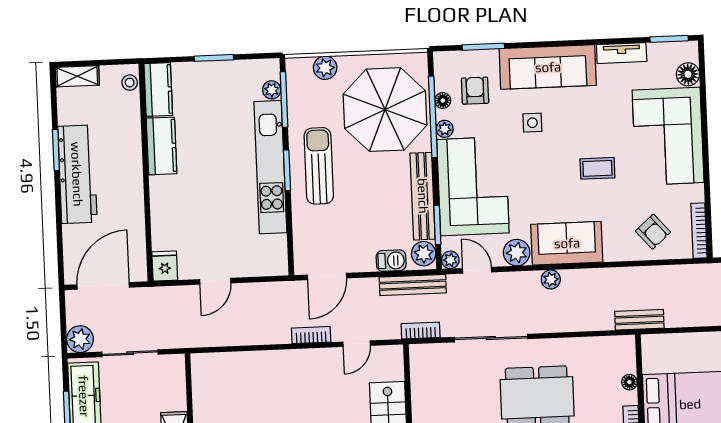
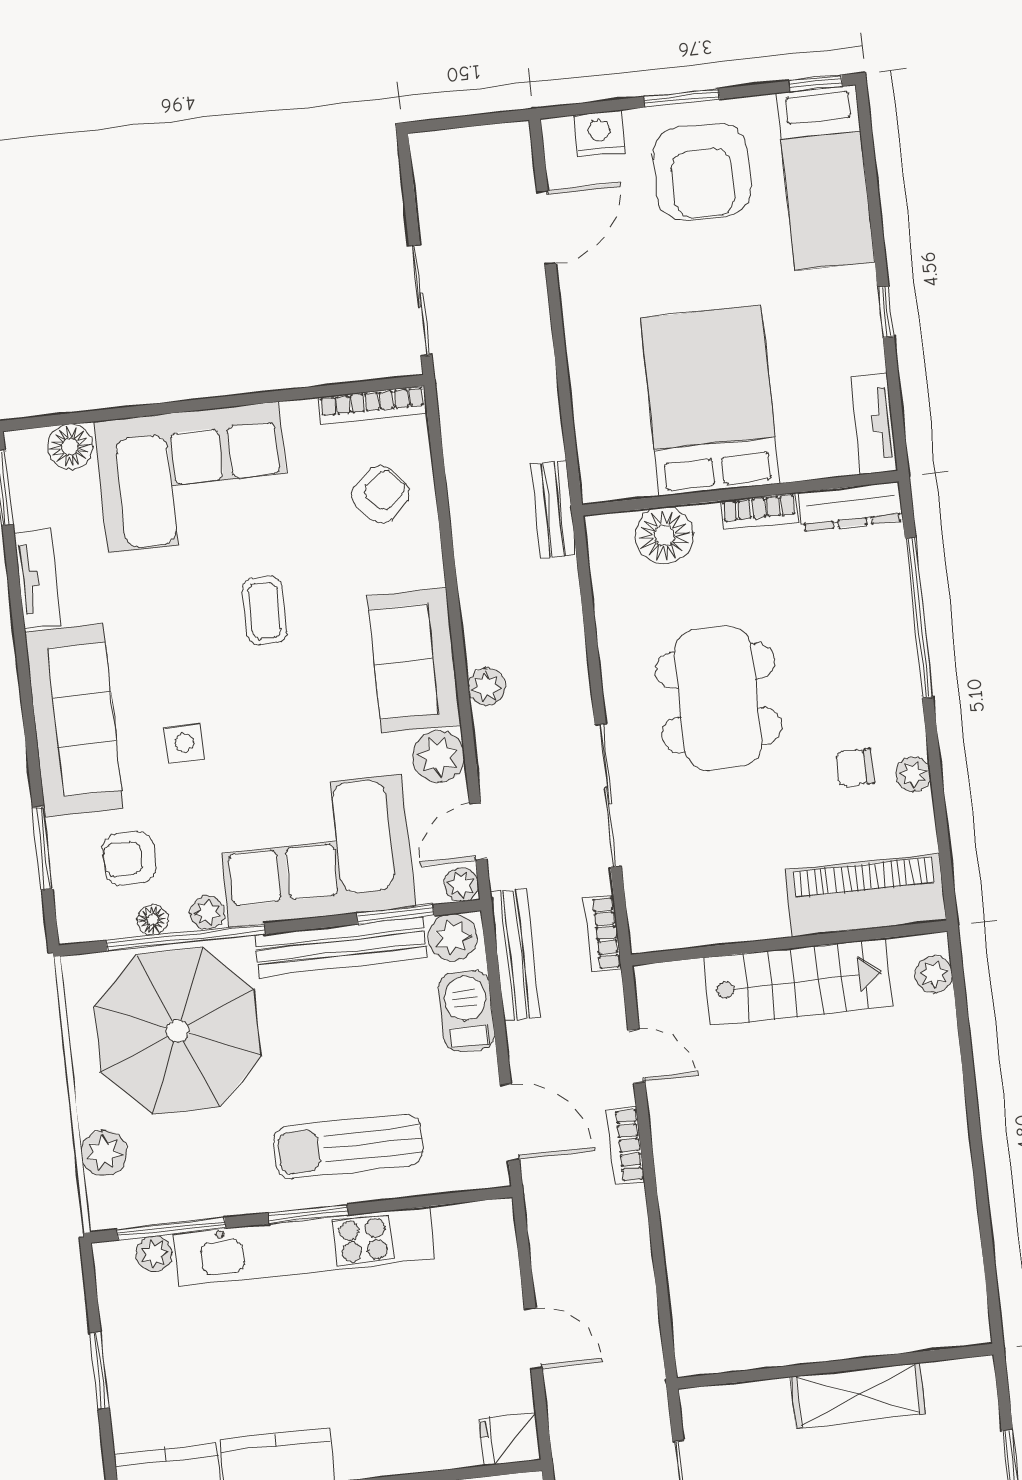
sun lounger: (319, 166) -> (348, 1146), moved
barbecue: (391, 261) -> (466, 1011), width x1.38, depth x1.27
floor lamp: (629, 382) -> (664, 535), width x1.89, depth x1.89

